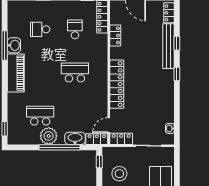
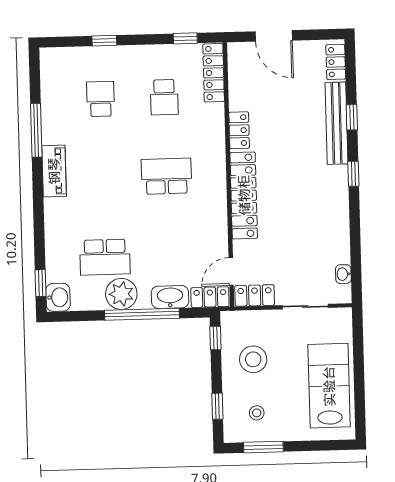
school desk: (40, 29) -> (101, 99), turned 90
school desk: (75, 29) -> (164, 97), turned 180
locker: (115, 35) -> (239, 130), moved
washbasin: (14, 45) -> (58, 297), moved
piano: (16, 73) -> (54, 171), width x0.73, depth x0.75
school desk: (40, 116) -> (105, 257), turned 180

